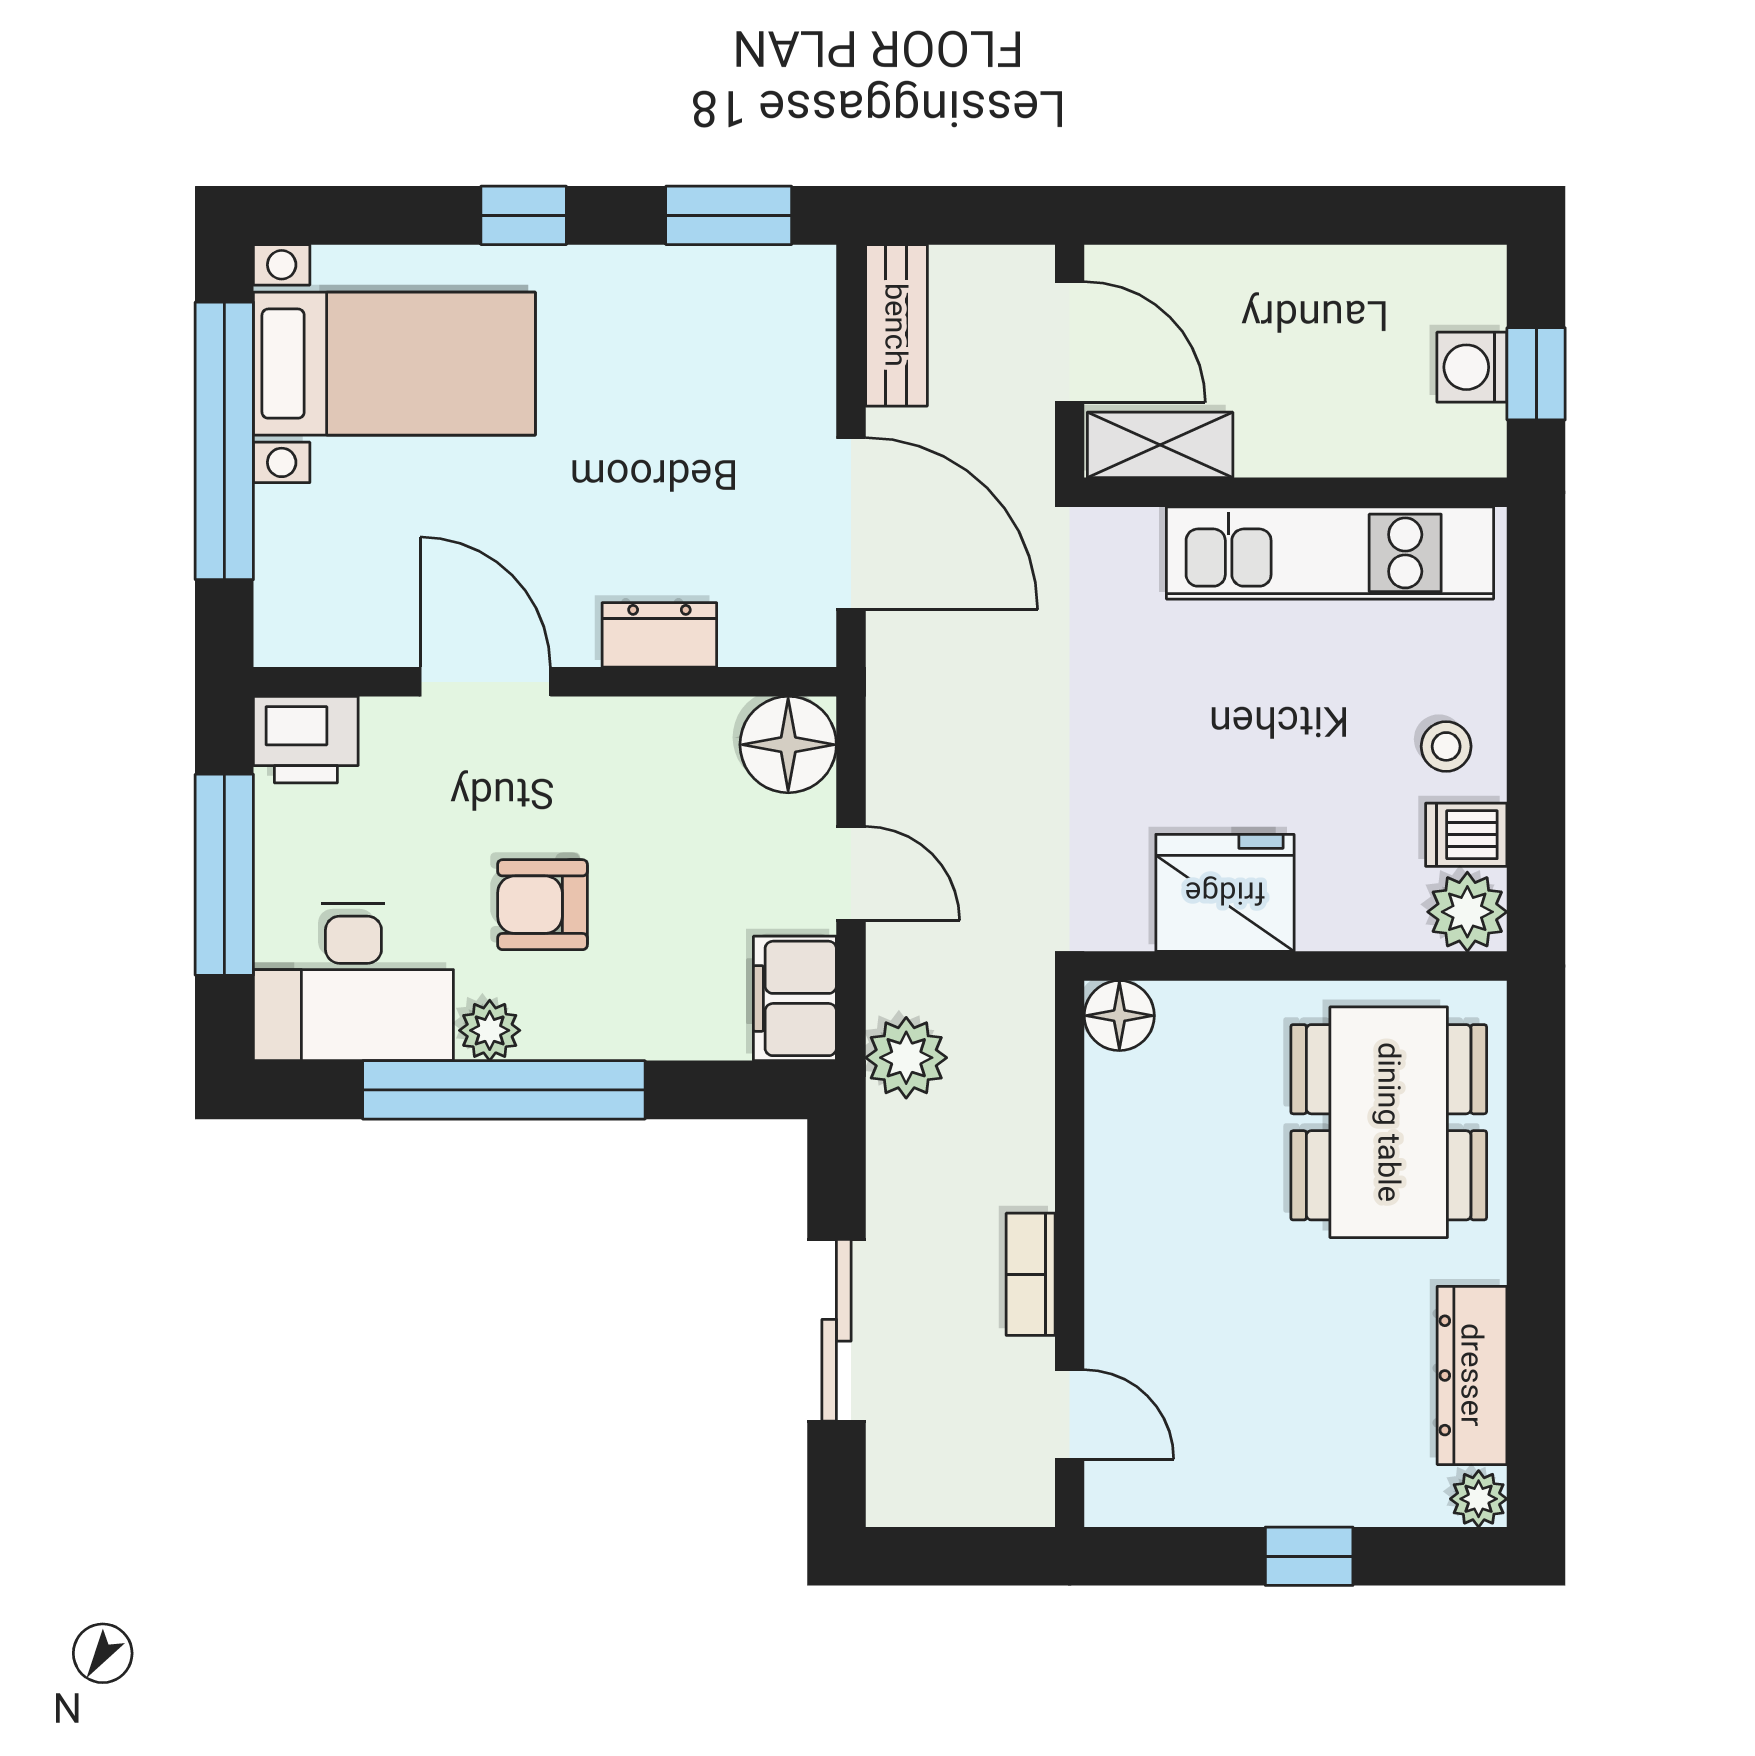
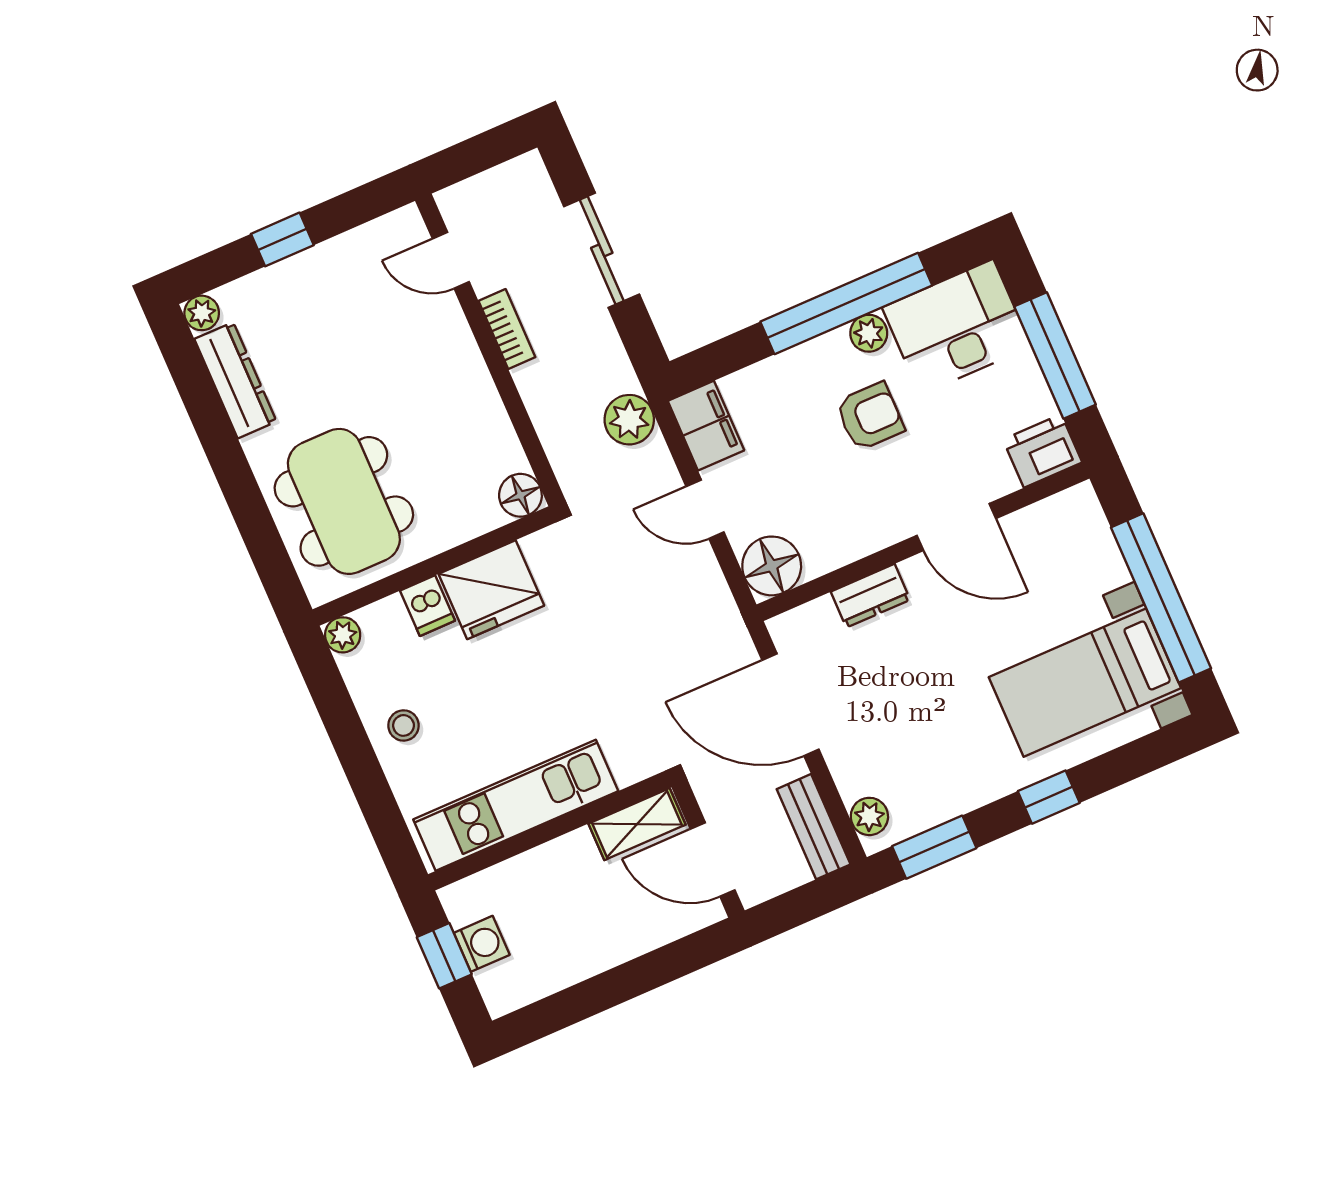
plant: (806, 304) -> (869, 816), added
dishwasher: (1466, 835) -> (427, 606), moved, turned 90
plant: (1467, 912) -> (343, 635), width x0.73, depth x0.73

